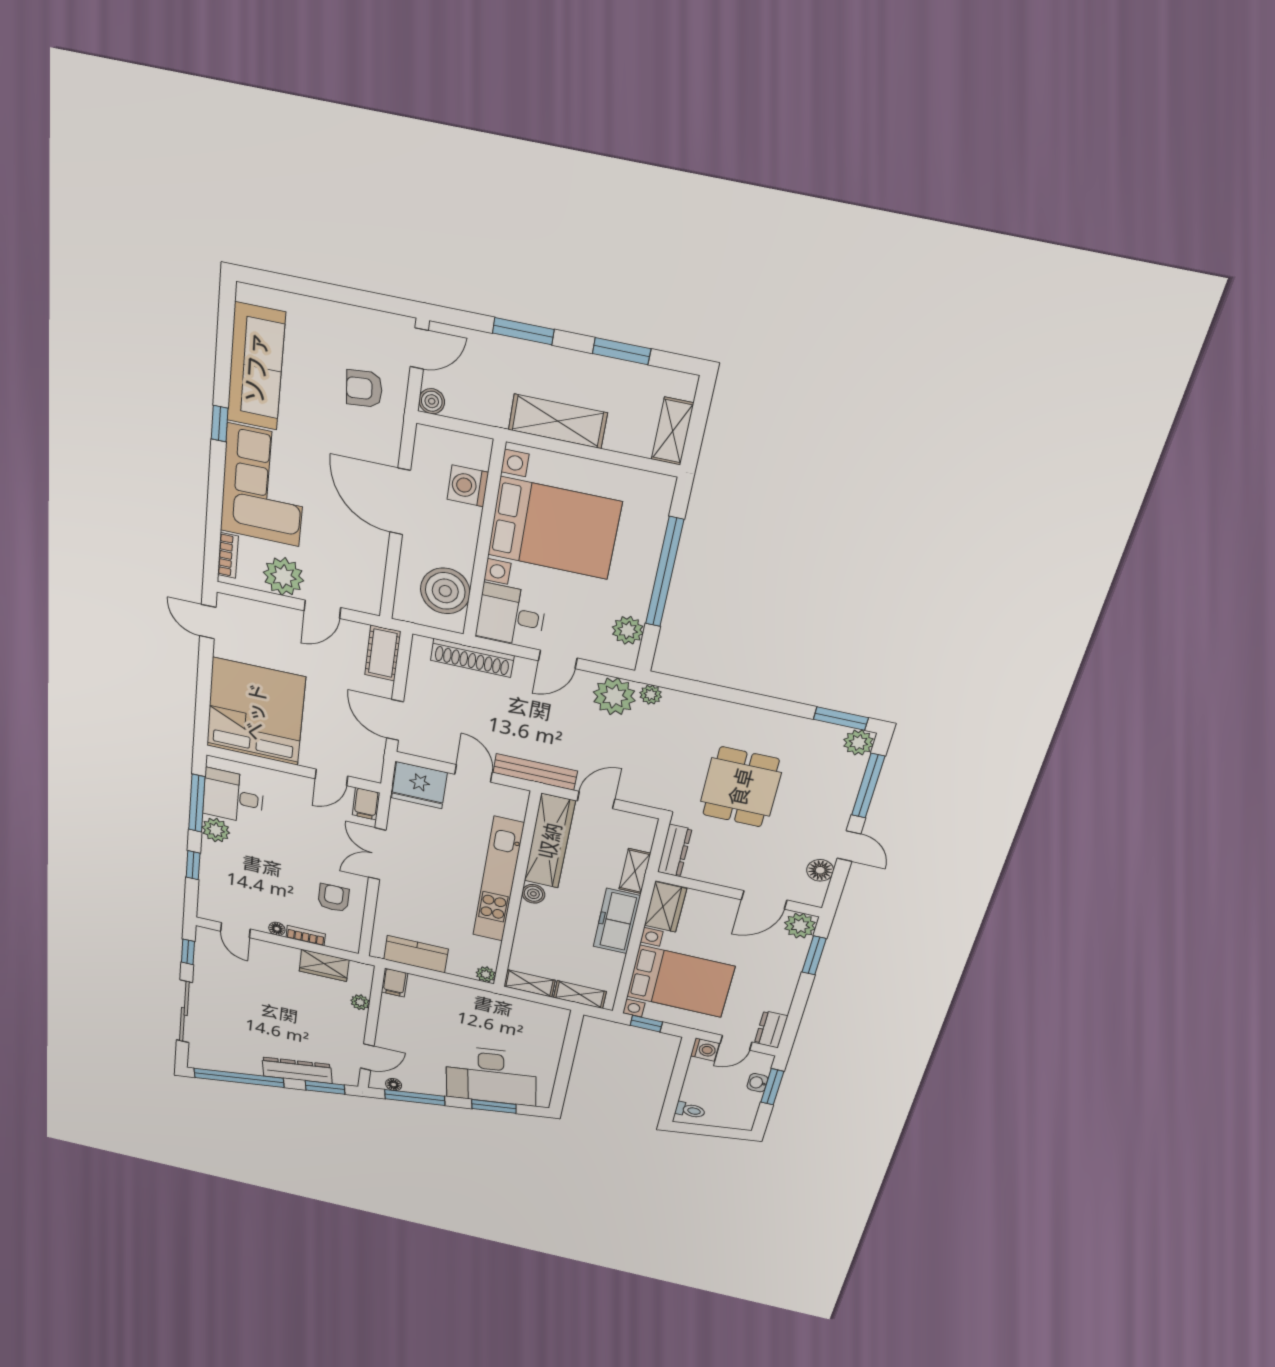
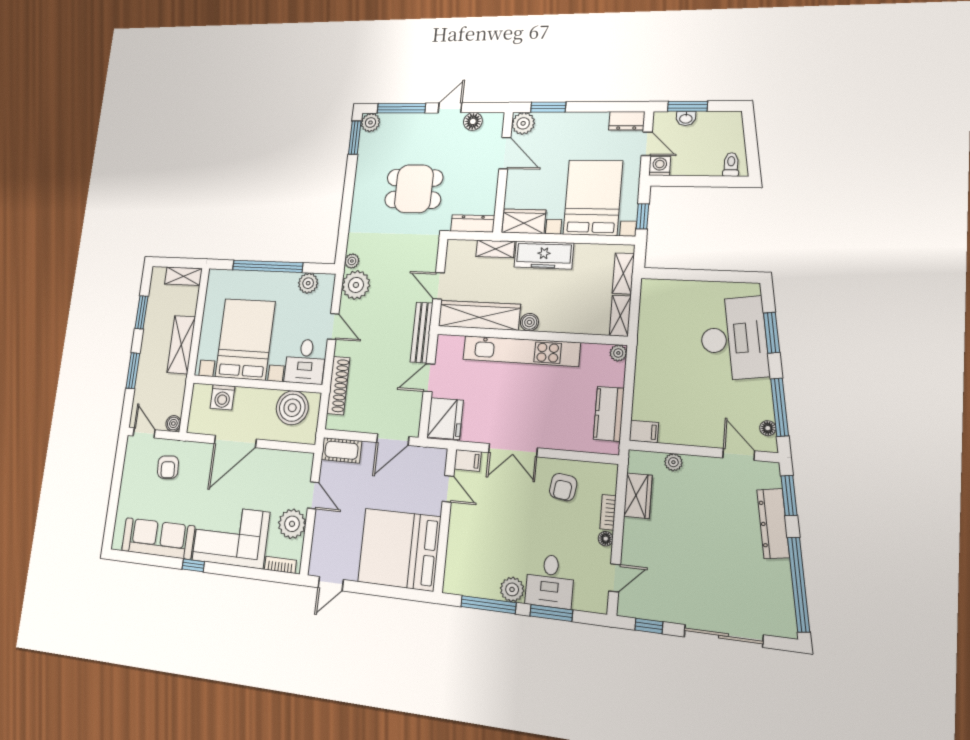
desk: (233, 797) -> (550, 581), moved
window: (193, 865) -> (551, 613), width x1.50
armchair: (333, 898) -> (563, 487), turned -82

